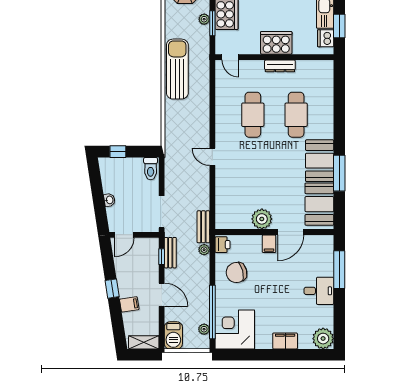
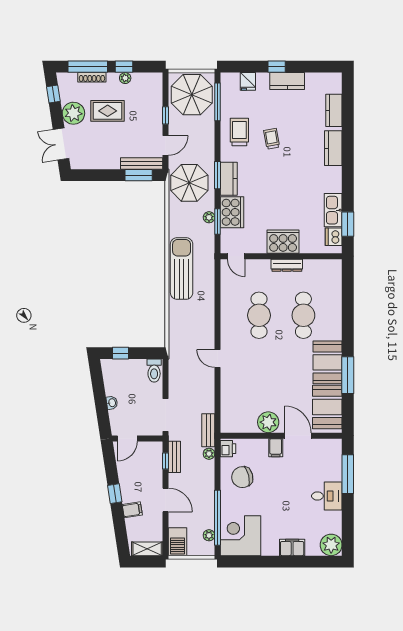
door: (291, 232) -> (298, 436), swing flipped

